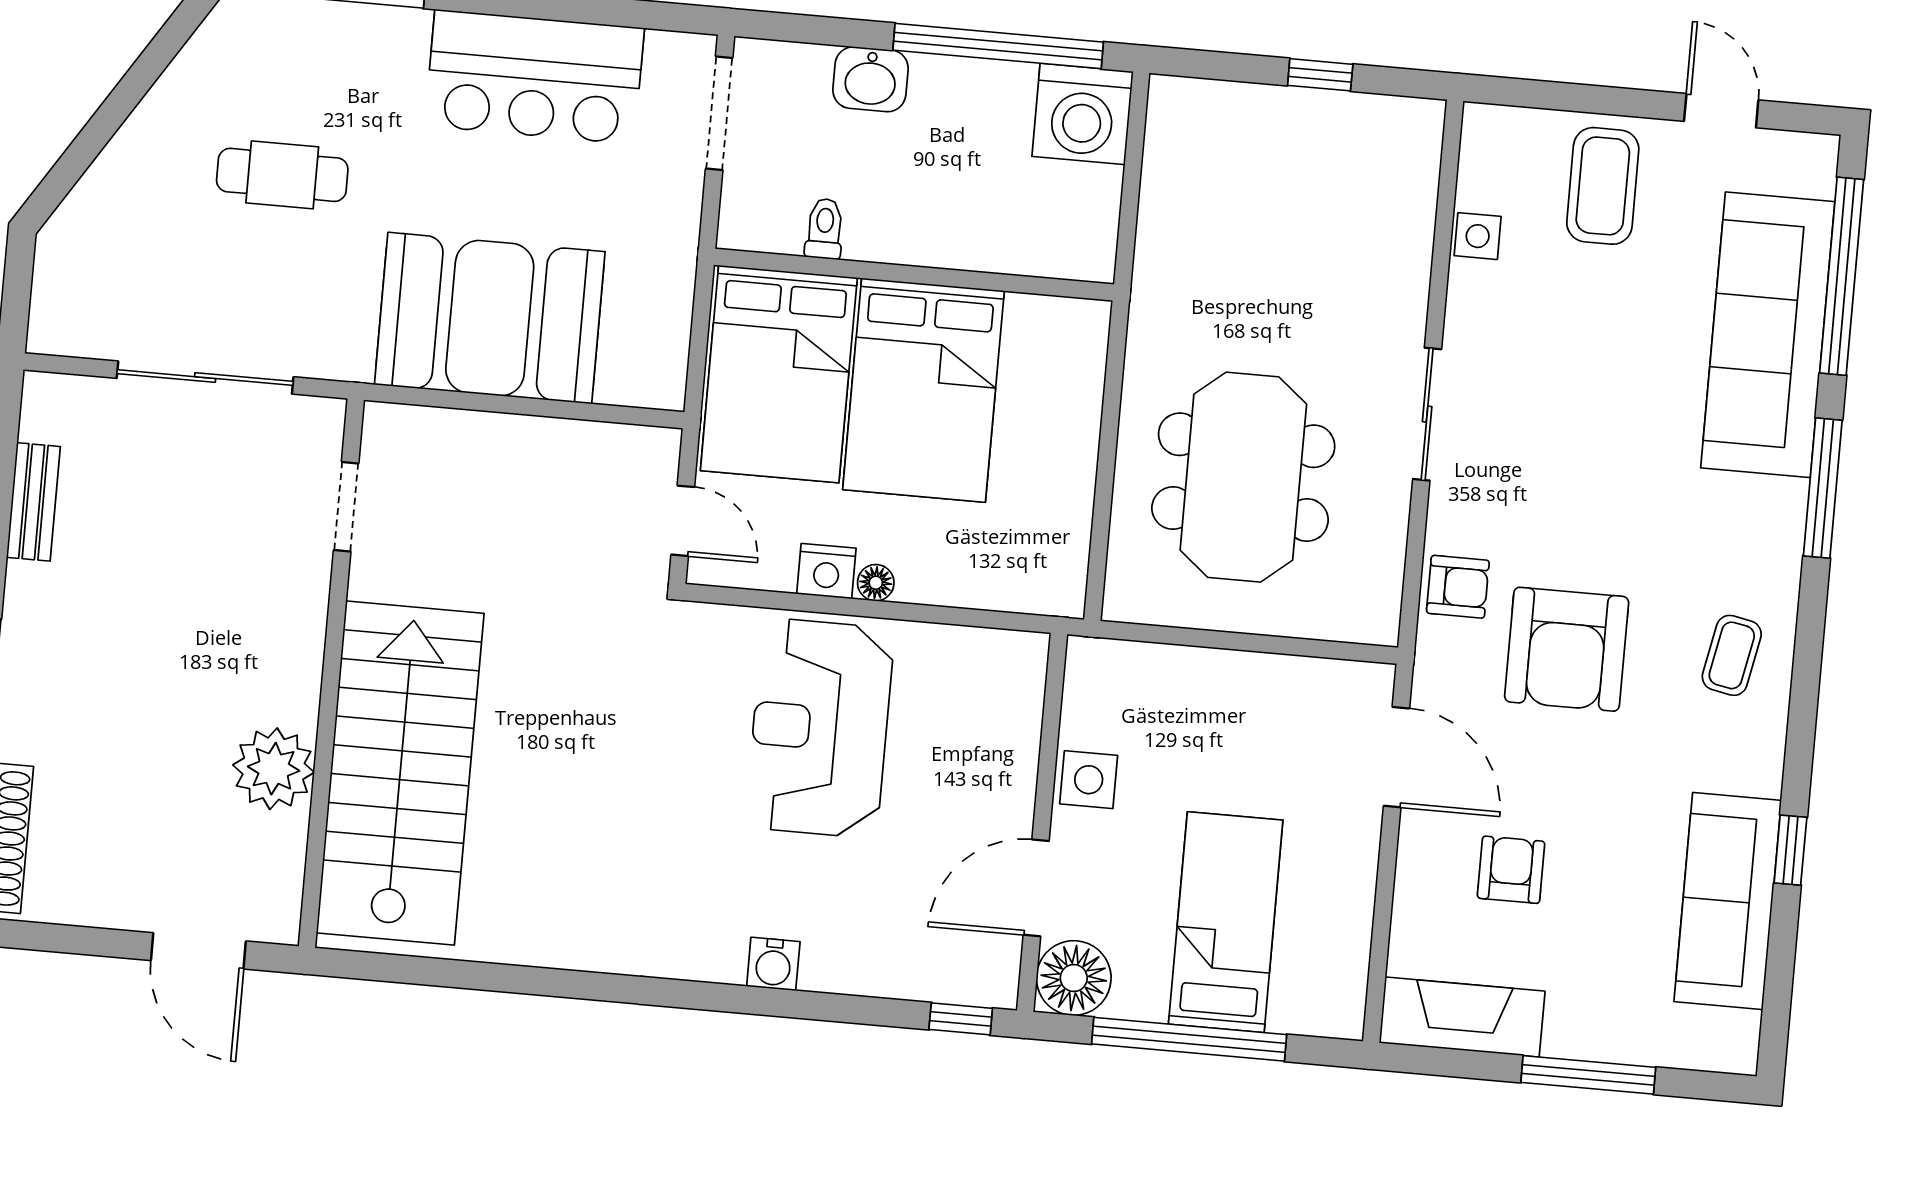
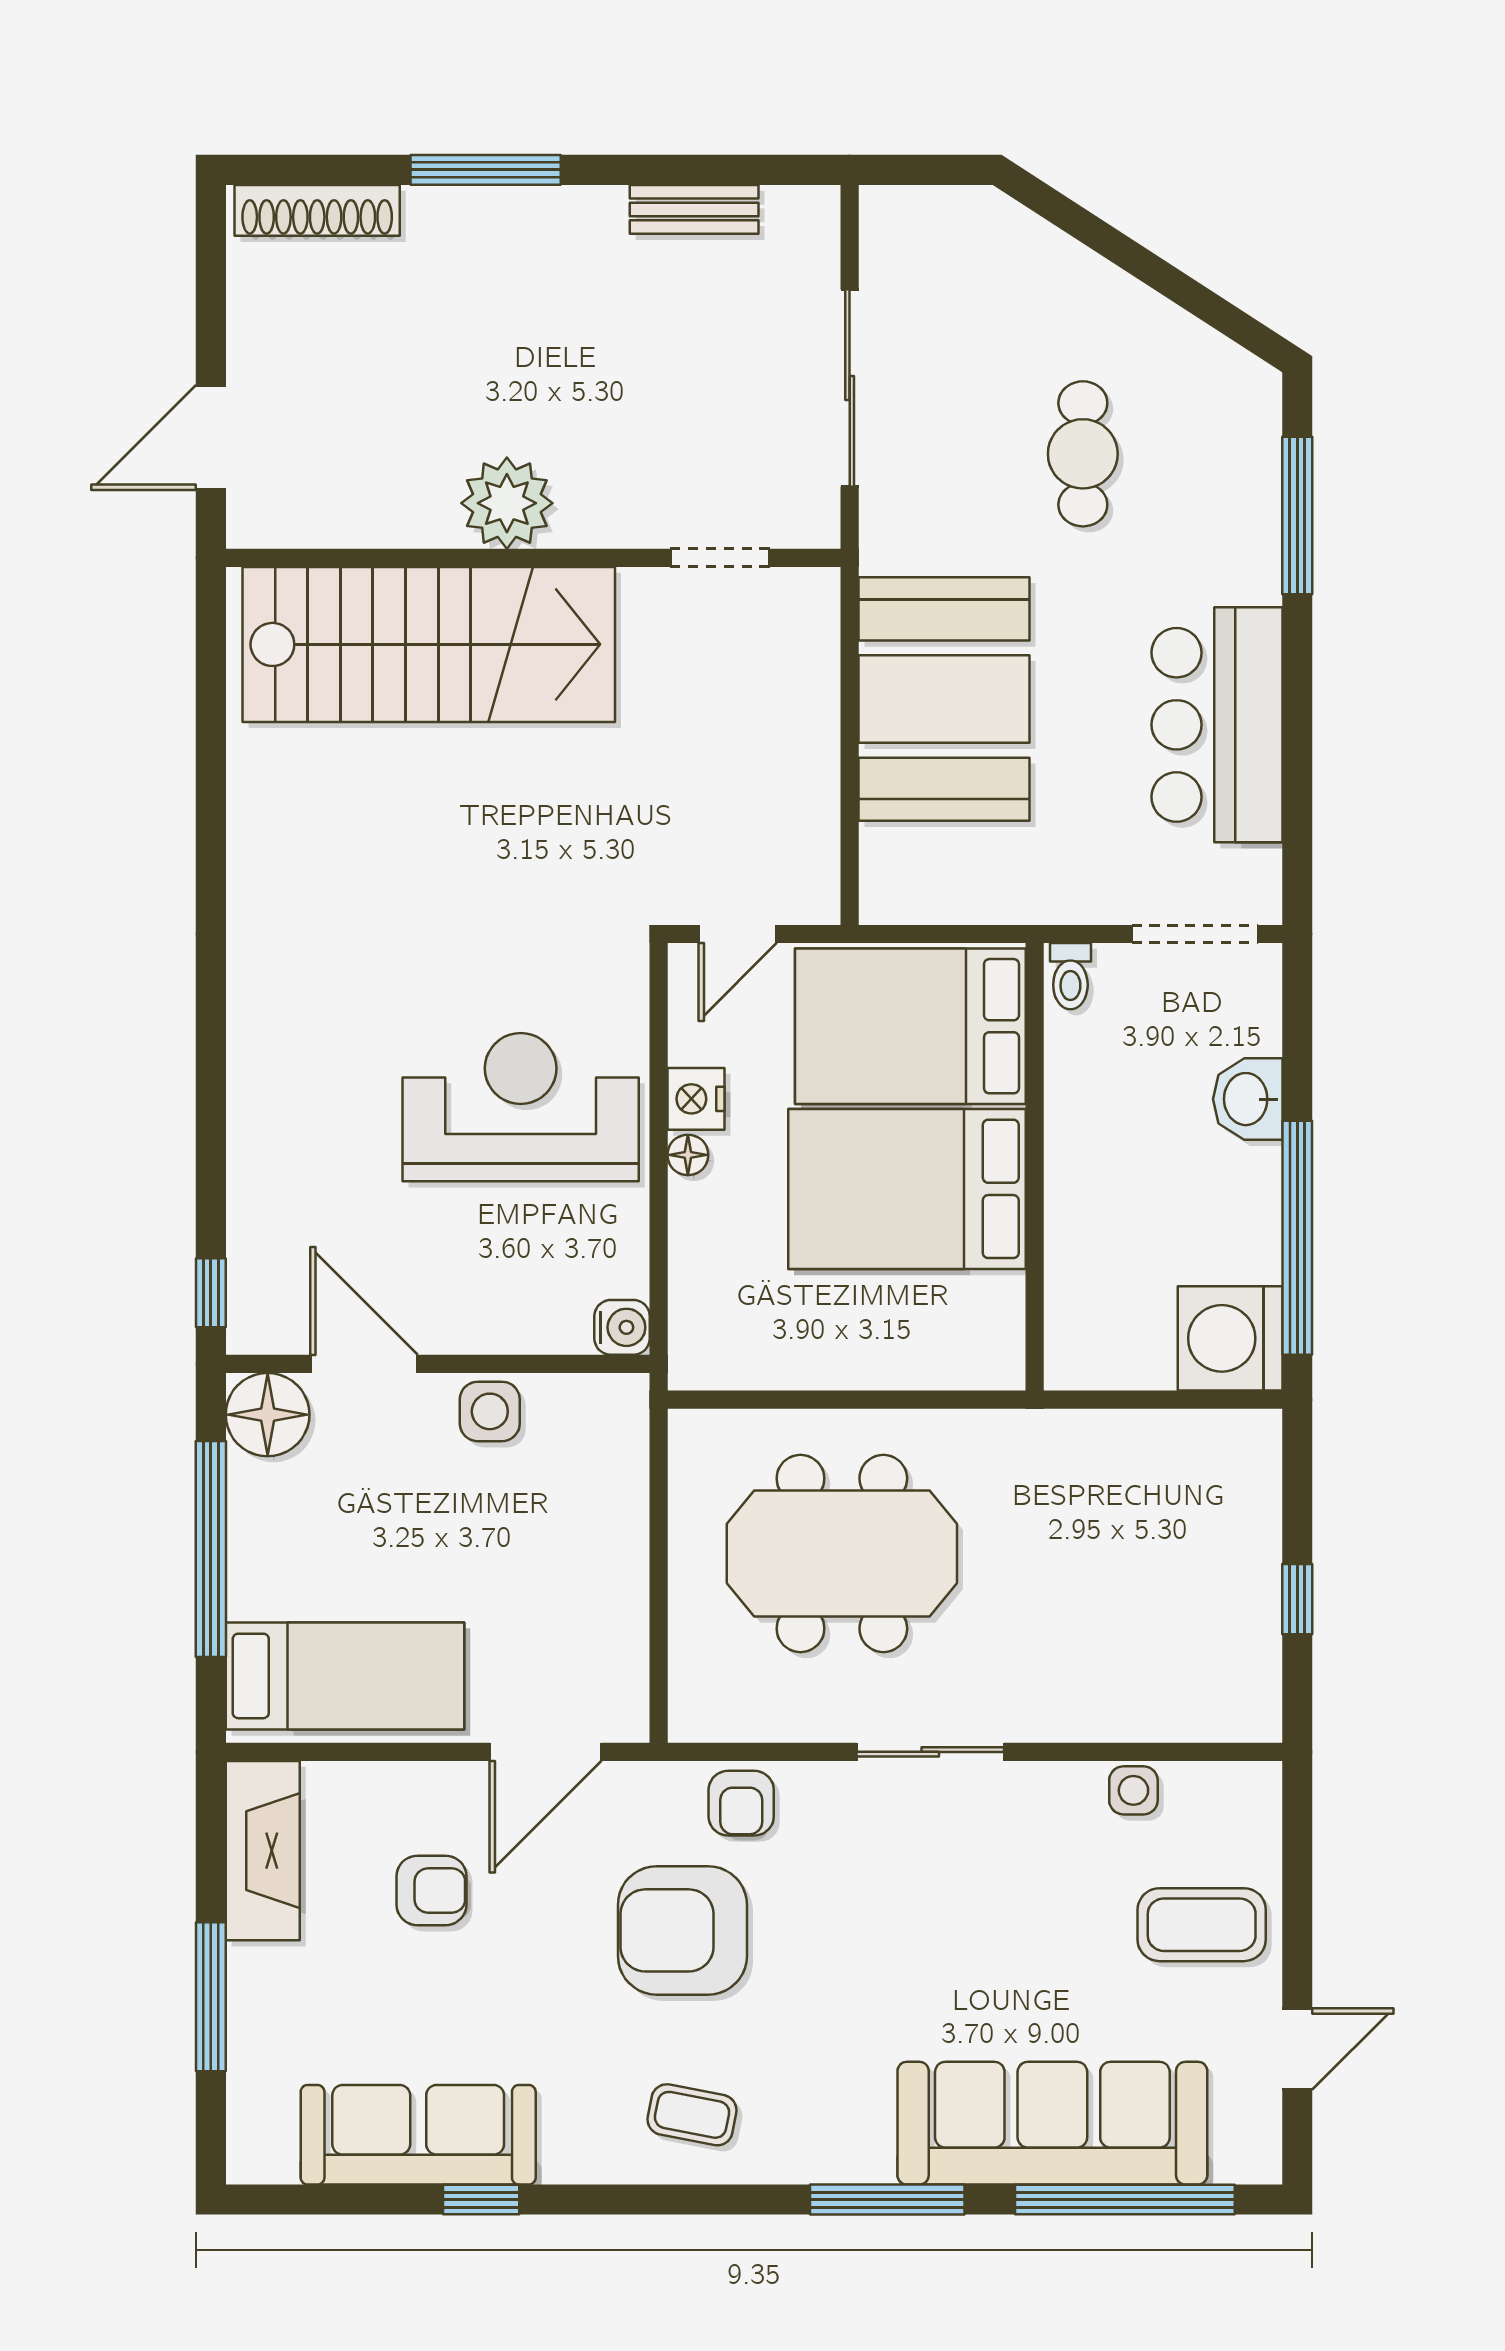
toilet: (824, 229) -> (1070, 976), moved, turned 90
plant: (274, 769) -> (507, 503), moved
bed: (1226, 922) -> (345, 1676), moved
water cooler: (773, 964) -> (622, 1327), moved, turned 180

